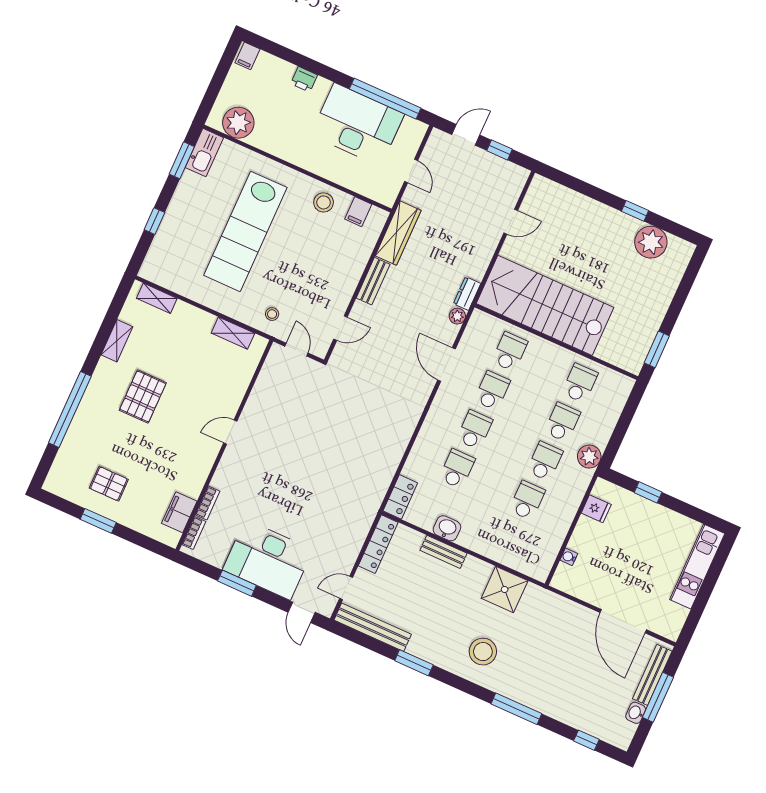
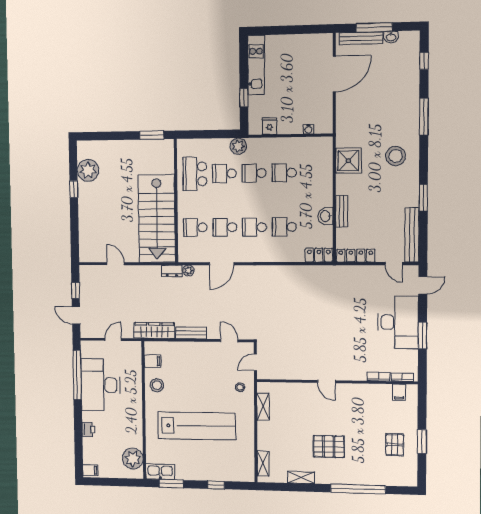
school desk: (580, 383) -> (195, 174), width x1.85
filing cabinet: (179, 512) -> (399, 392), width x0.50
kitchen unit: (697, 567) -> (256, 65), moved, turned -90

